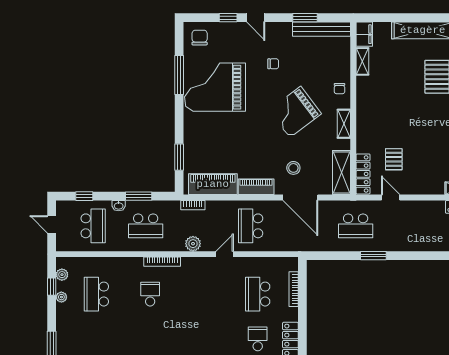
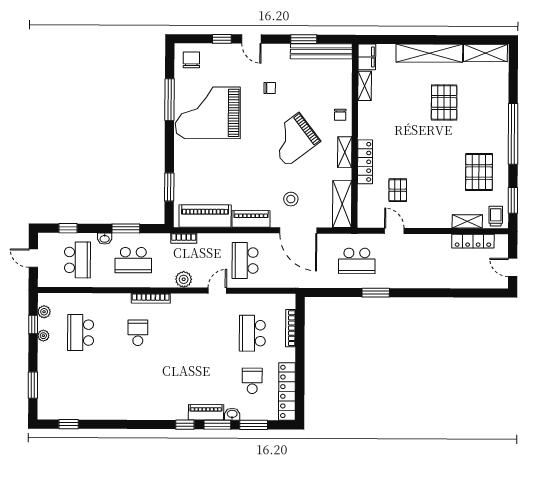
locker: (363, 174) -> (365, 162), moved

